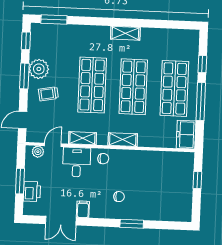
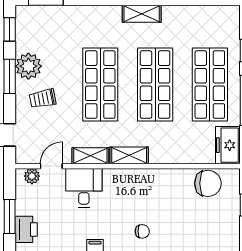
shelving: (123, 140) -> (129, 155), moved
chair: (103, 159) -> (208, 183), moved, width x1.87, depth x1.87

